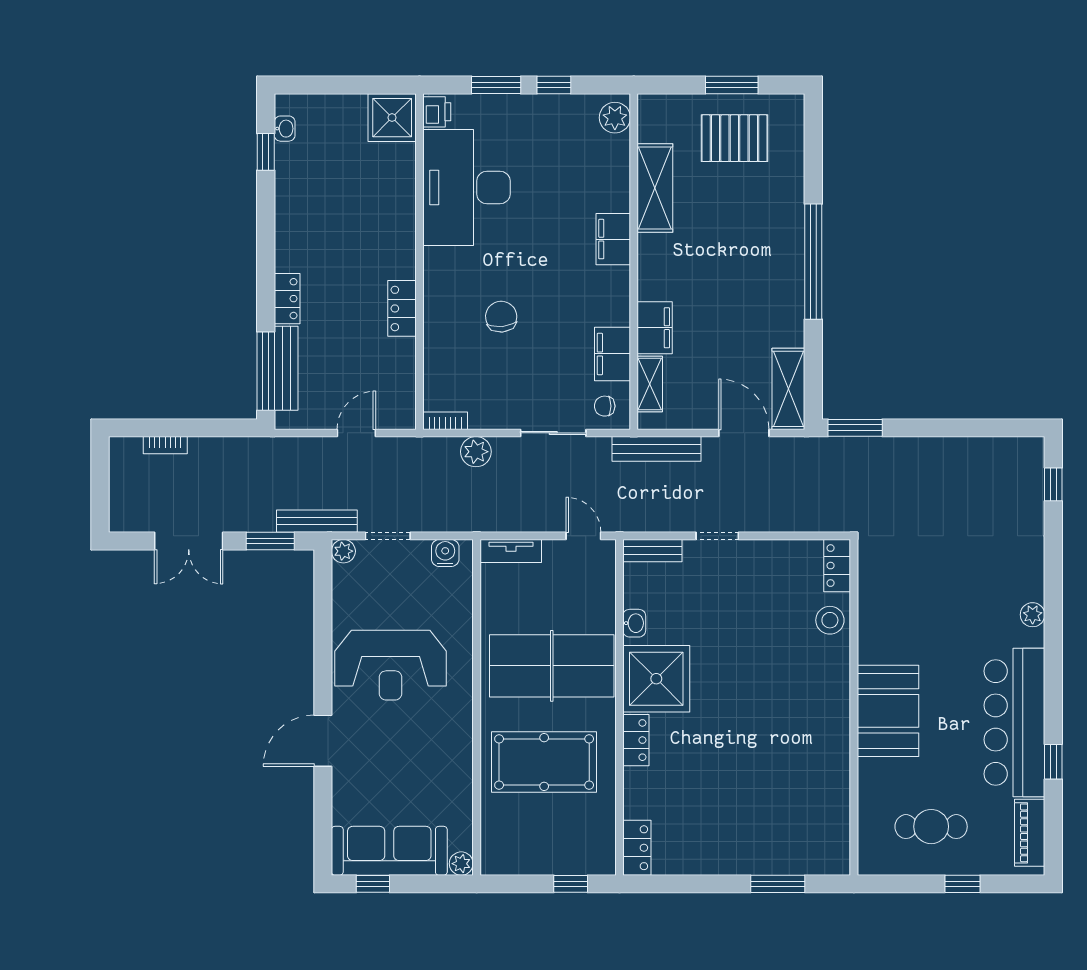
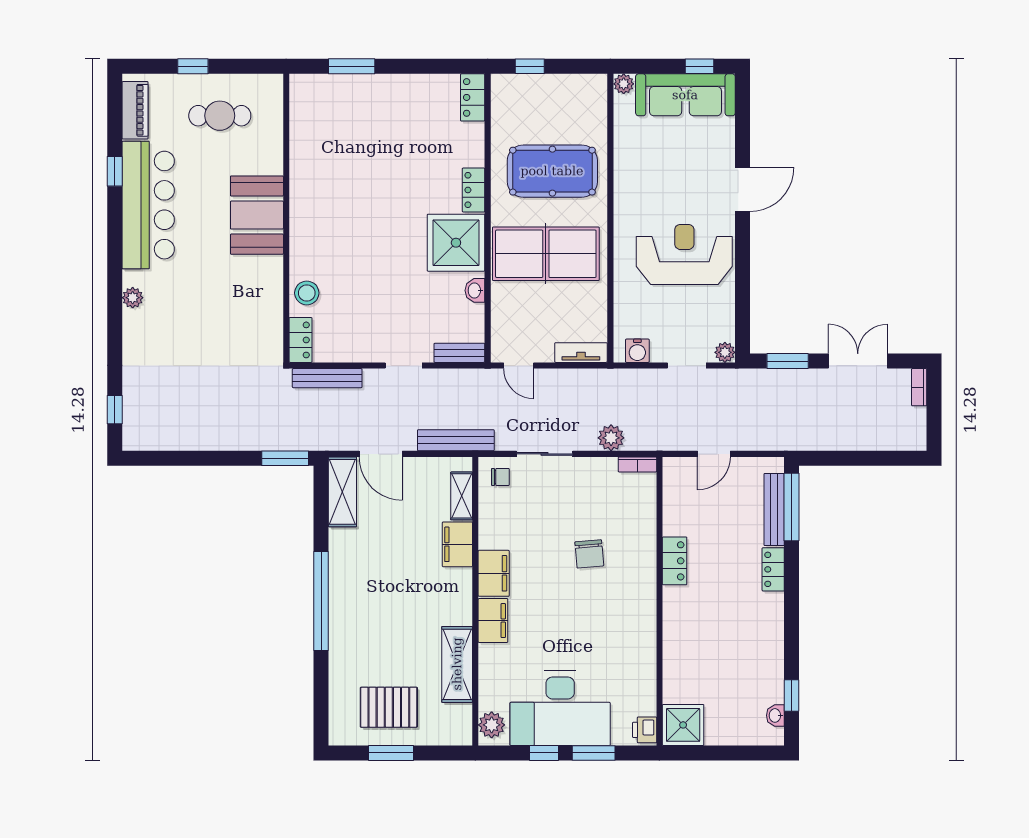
desk: (466, 188) -> (560, 708), moved, turned 90
filing cabinet: (612, 354) -> (494, 573), moved
bookcase: (165, 445) -> (919, 387), moved, turned -90
bench: (317, 521) -> (327, 378), moved

